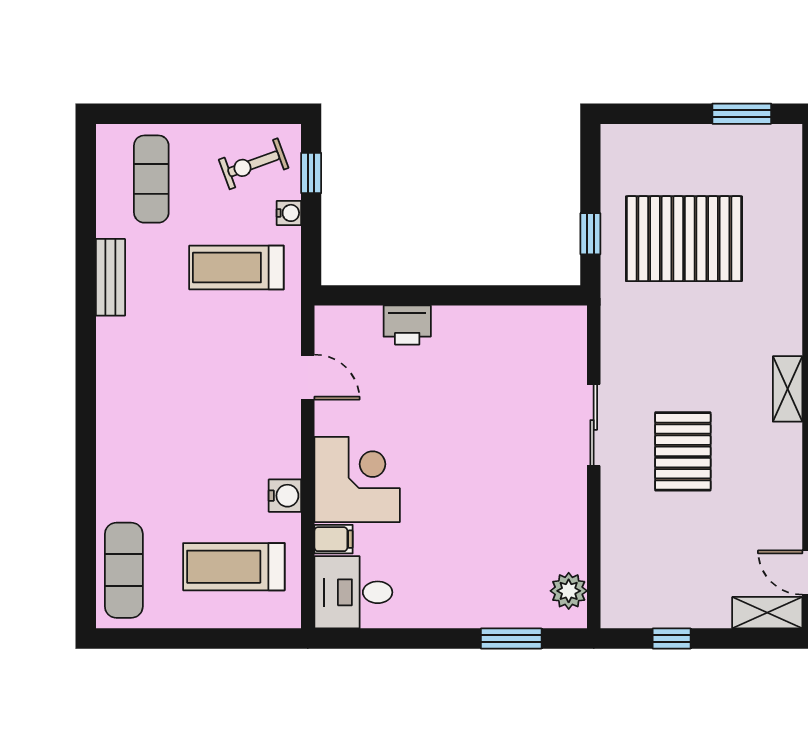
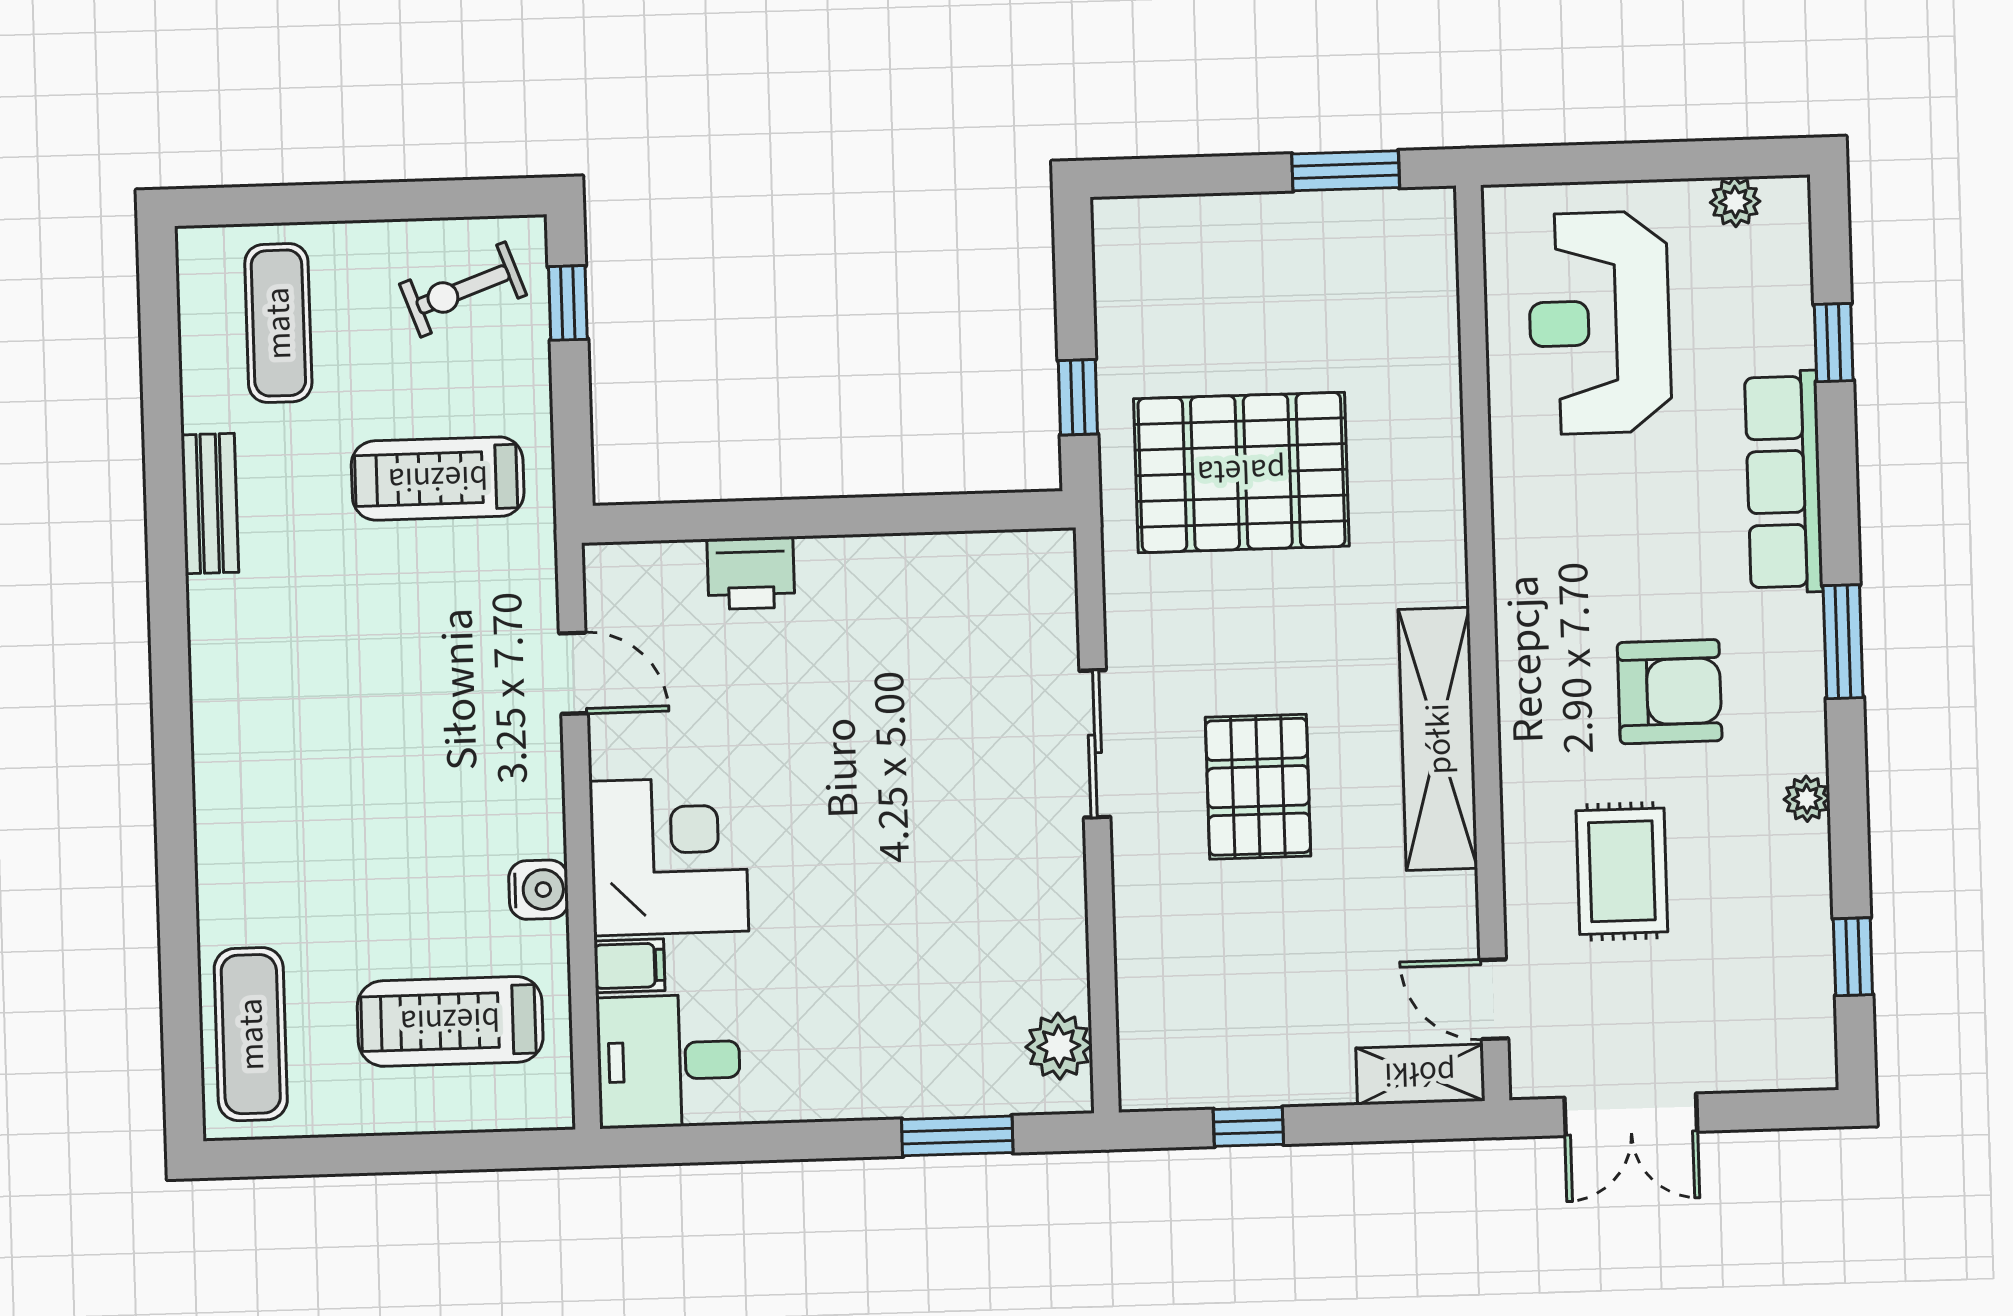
water cooler: (289, 213) -> (530, 377), removed
pallet: (684, 239) -> (1241, 472), moved
shelving: (788, 389) -> (1438, 739), width x2.20, depth x1.33

